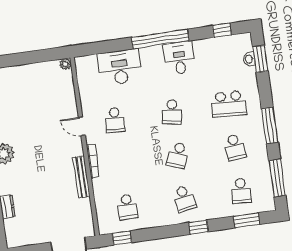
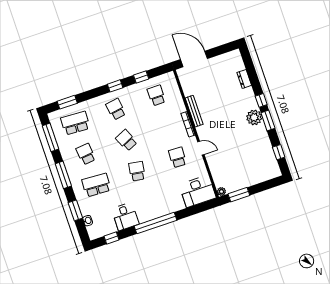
window: (43, 56) -> (239, 195), added
desk: (179, 58) -> (125, 216), moved
window: (260, 59) -> (75, 210), moved
desk: (120, 67) -> (198, 191), moved
school desk: (178, 155) -> (126, 140), turned -45
school desk: (241, 191) -> (75, 123), width x1.85
window: (198, 227) -> (115, 86), moved
window: (122, 238) -> (141, 77), moved

